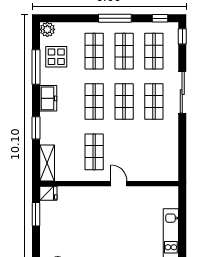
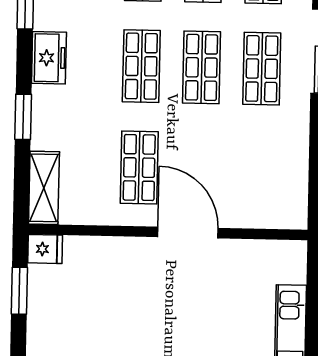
door: (119, 184) -> (188, 233), width x1.87

